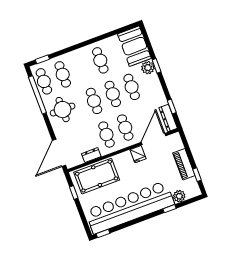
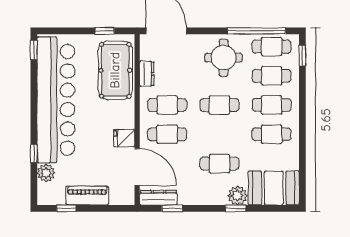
cafe table: (113, 94) -> (272, 105), moved

